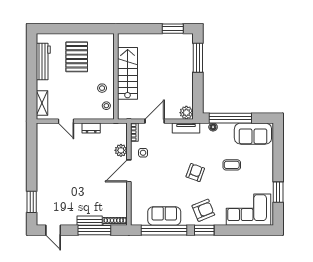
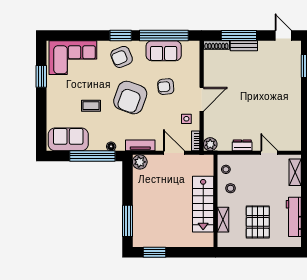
shelving: (109, 59) -> (223, 220), added
door: (155, 121) -> (174, 153), swing flipped
plant: (121, 150) -> (210, 144), moved
armchair: (195, 172) -> (130, 98), width x1.88, depth x1.88
armchair: (162, 183) -> (166, 87), added

